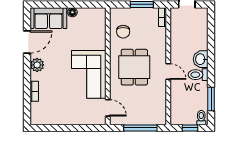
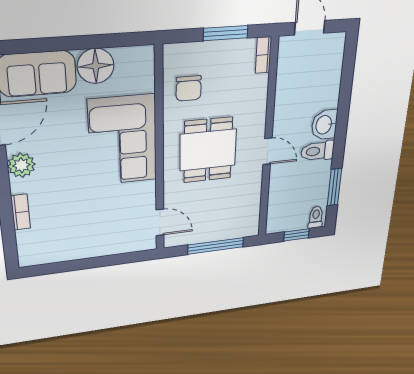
floor lamp: (72, 12) -> (96, 66), width x1.89, depth x1.89
corner sofa: (89, 74) -> (123, 140), moved

